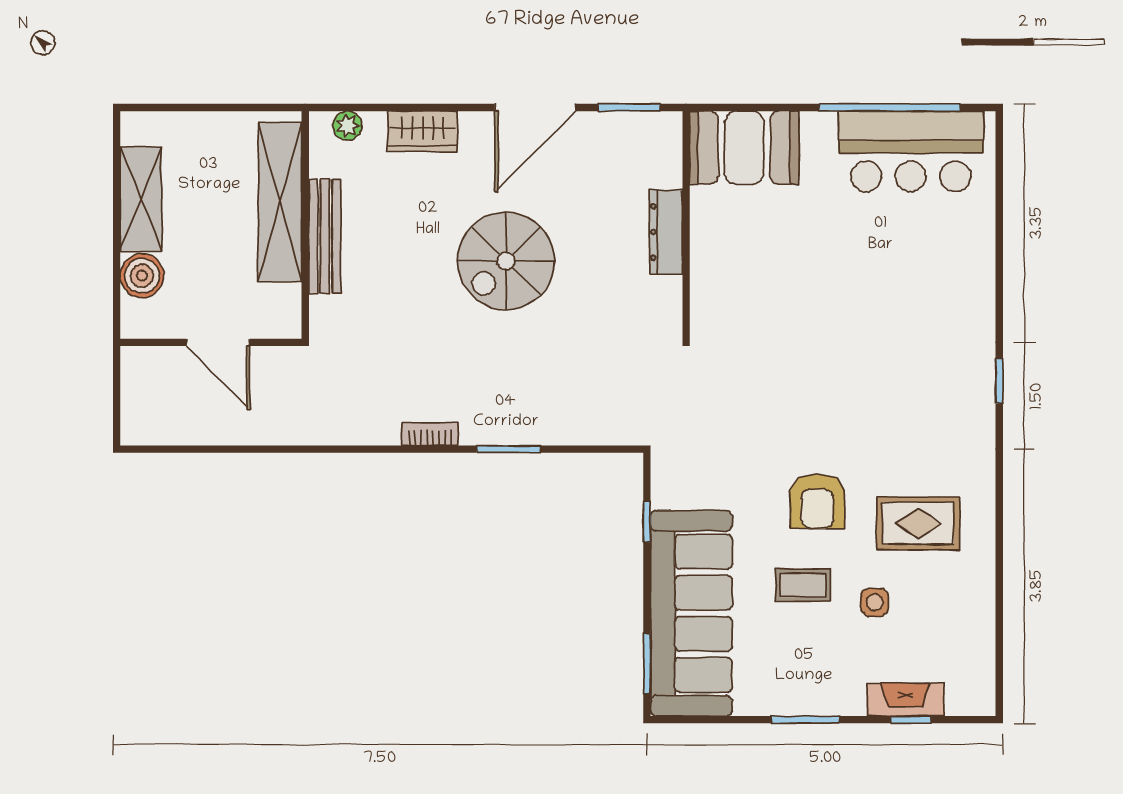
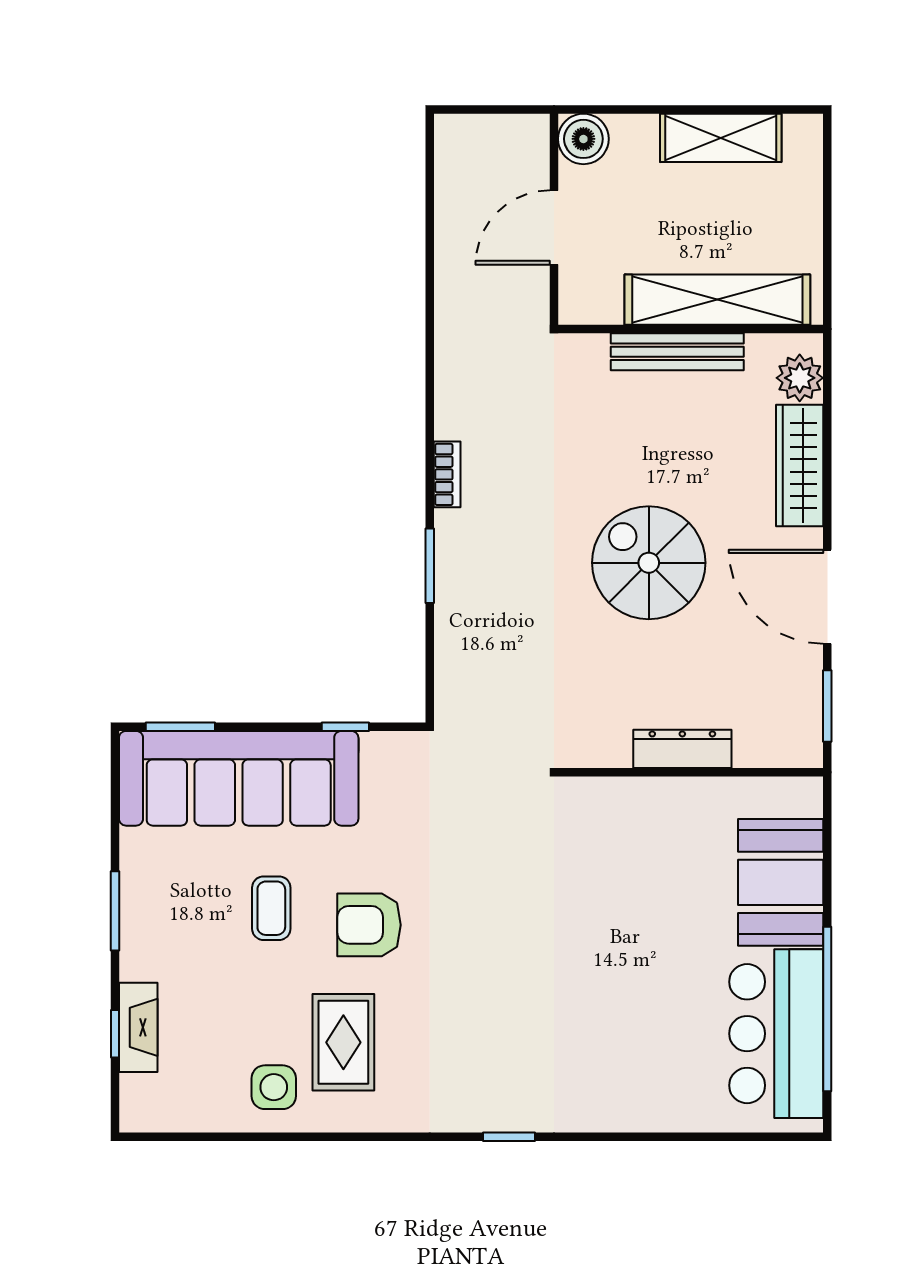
plant: (347, 126) -> (800, 378), width x1.38, depth x1.38
wardrobe: (423, 131) -> (800, 466), width x1.50
booth: (744, 148) -> (781, 882), moved
boiler: (142, 276) -> (583, 139), moved
side table: (875, 602) -> (274, 1087), moved, width x1.37, depth x1.37

